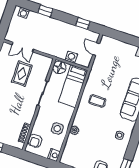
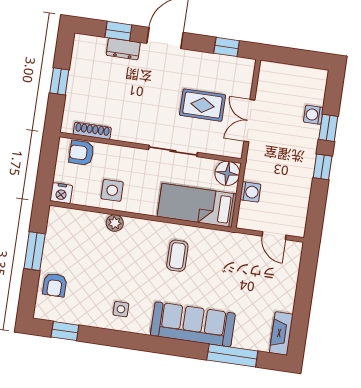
washing machine: (24, 13) -> (313, 115), moved
window: (83, 23) -> (323, 167), moved
double door: (23, 47) -> (249, 121), moved
door: (96, 49) -> (274, 236), swing flipped

